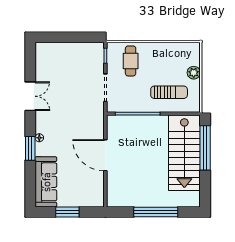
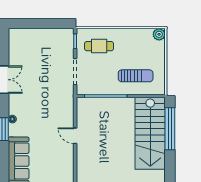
cafe table: (131, 61) -> (99, 46), turned 90
plant: (194, 73) -> (159, 34), moved
door: (105, 155) -> (75, 136), width x0.53

